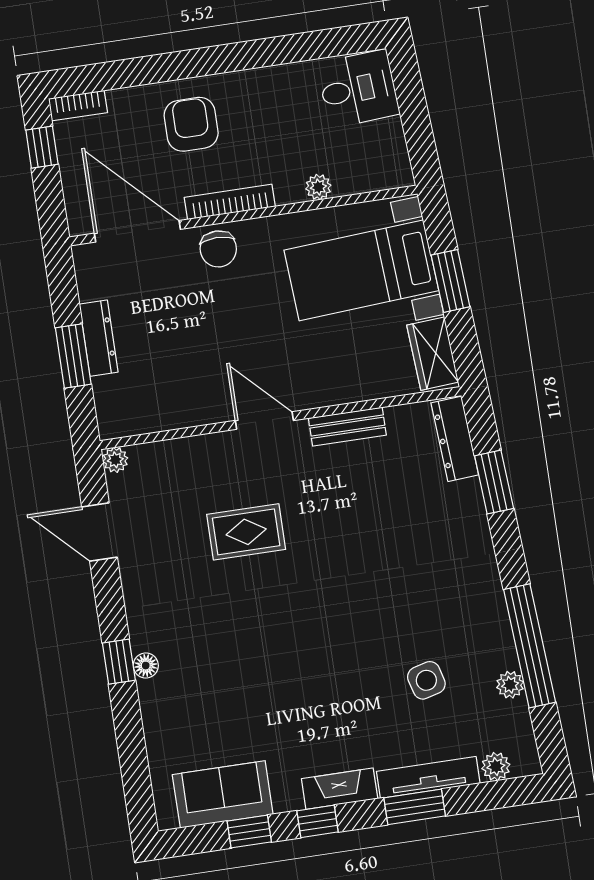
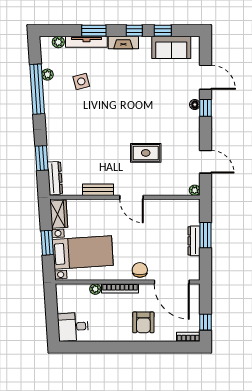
bookcase: (230, 202) -> (120, 288), moved
door: (130, 735) -> (205, 77), added

